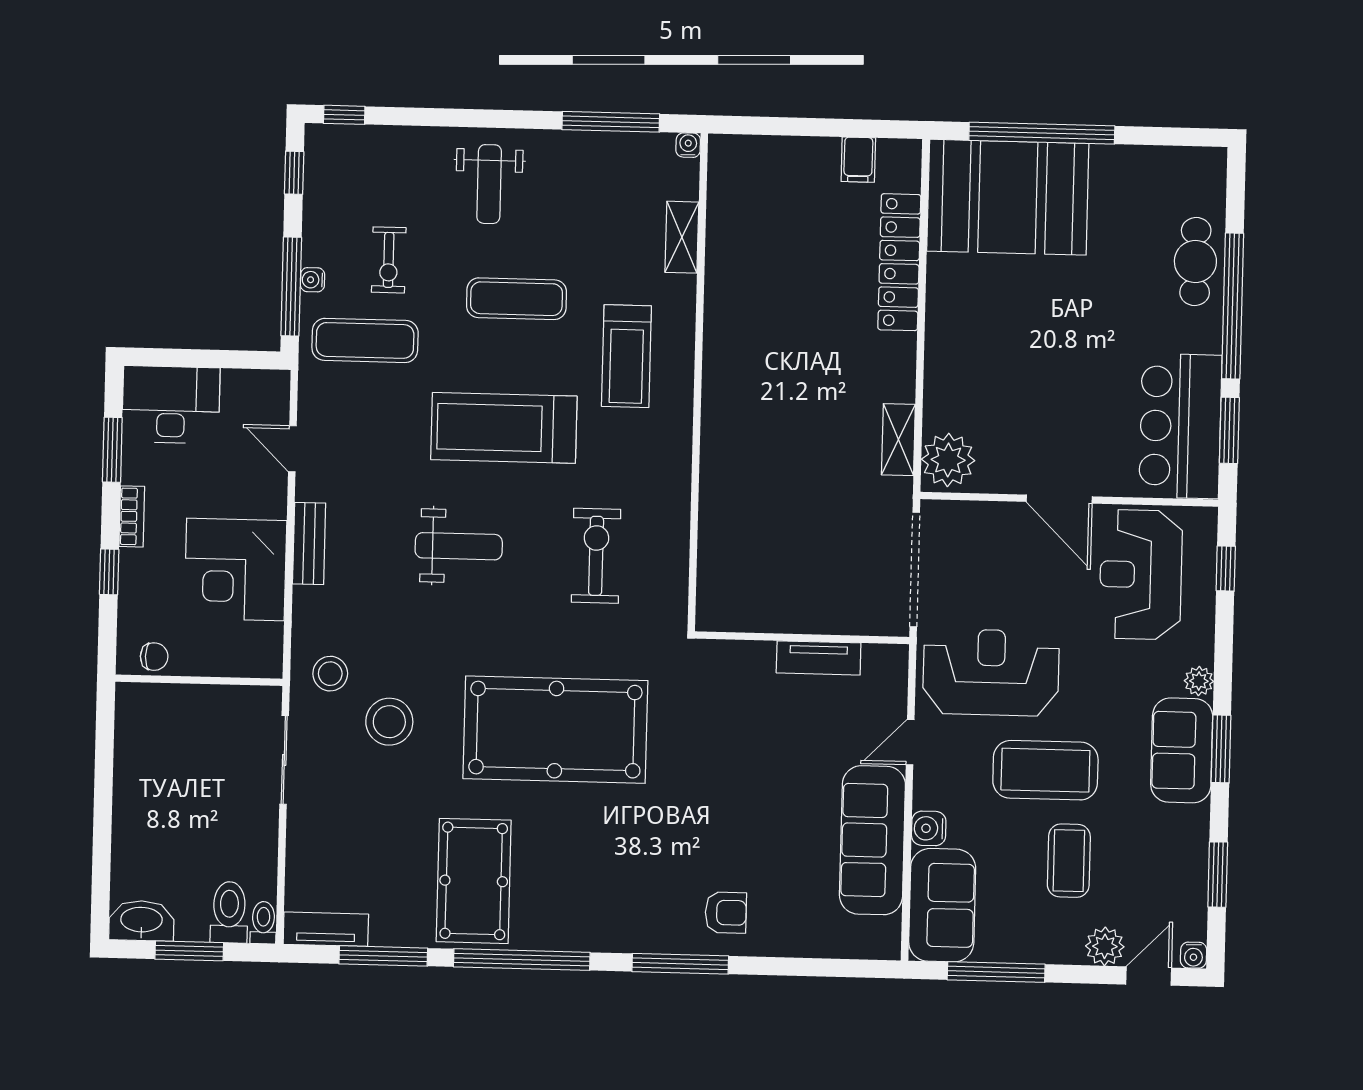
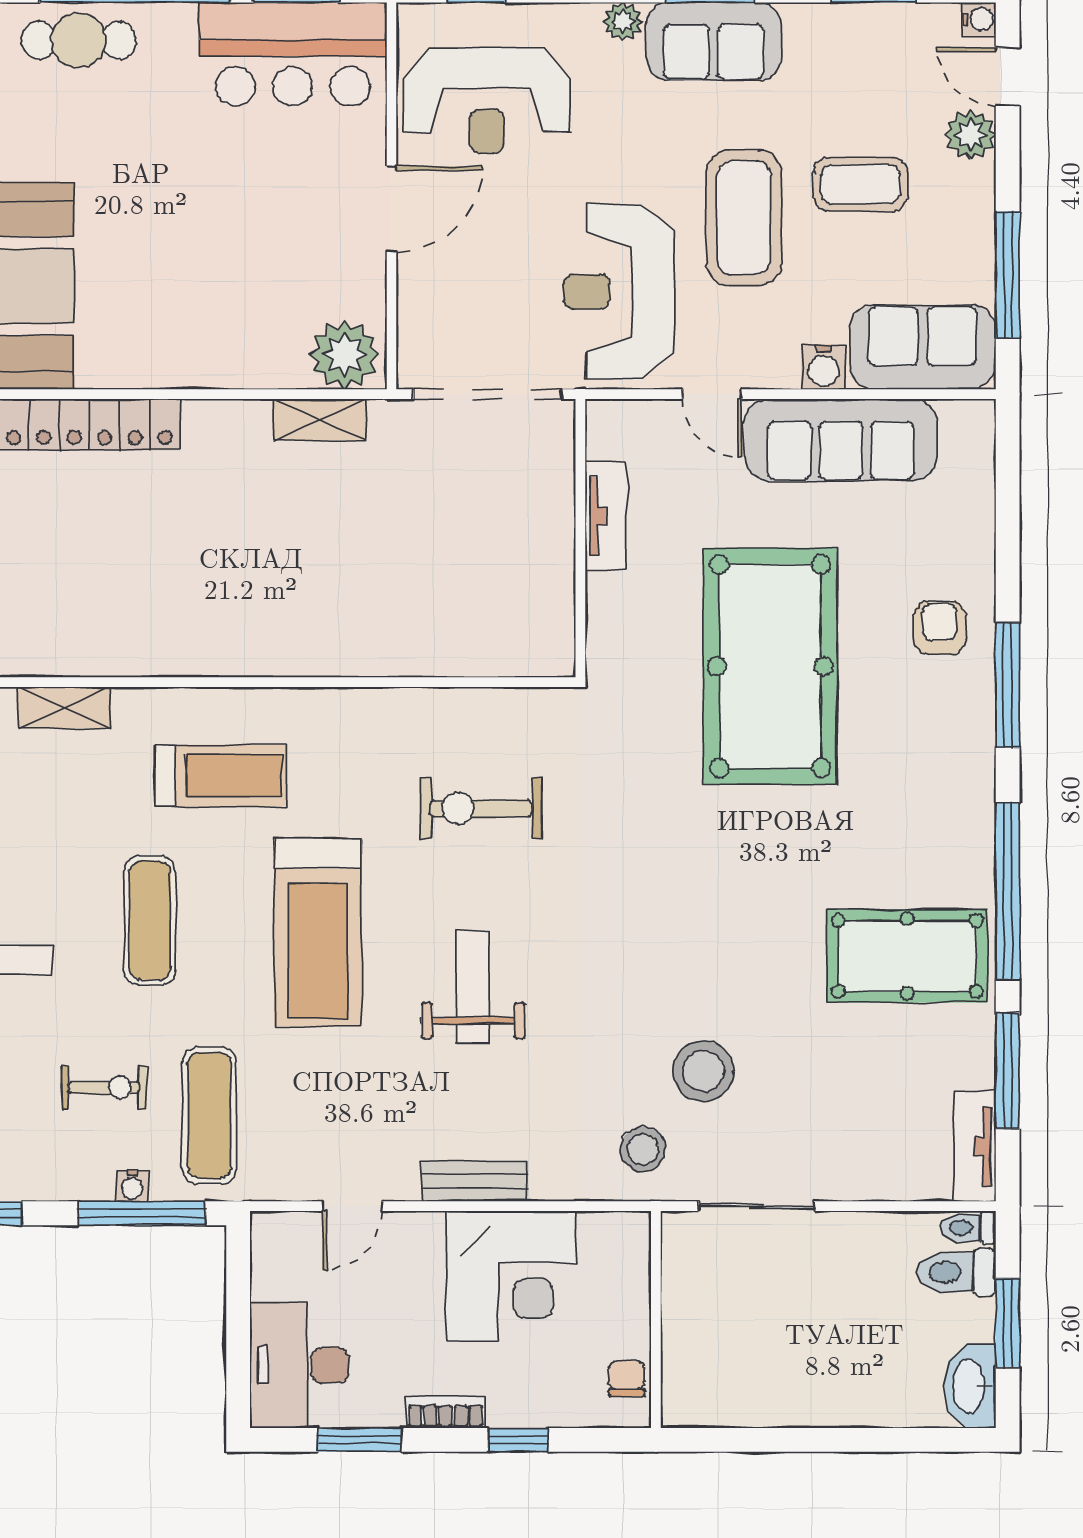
pool table: (555, 730) -> (770, 666), moved

